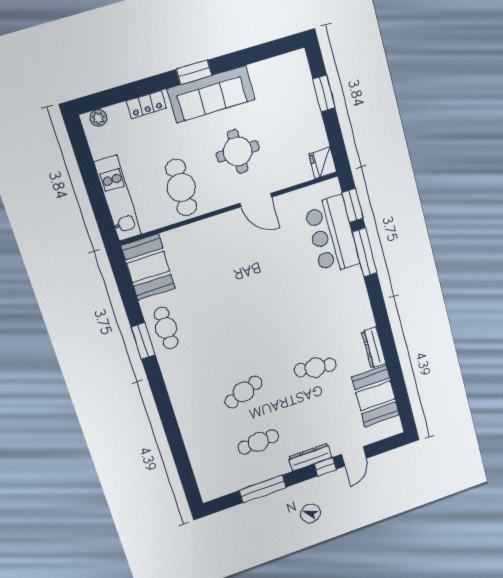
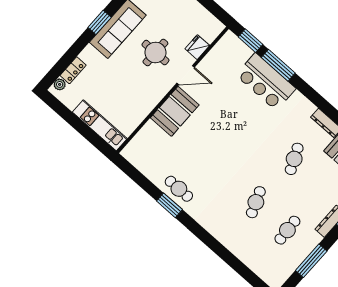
locker: (146, 105) -> (73, 70), moved
fridge: (323, 163) -> (197, 47), moved, turned 90
cafe table: (181, 187) -> (134, 95), removed
bar counter: (332, 235) -> (266, 82), moved
booth: (148, 267) -> (175, 111), moved, turned 90
cafe table: (315, 368) -> (294, 159), turned -33

